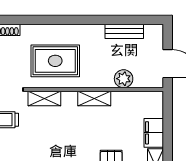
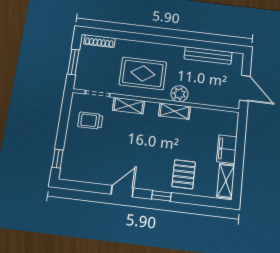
bench: (124, 31) -> (208, 55), width x1.36
plant: (124, 79) -> (179, 94), moved

